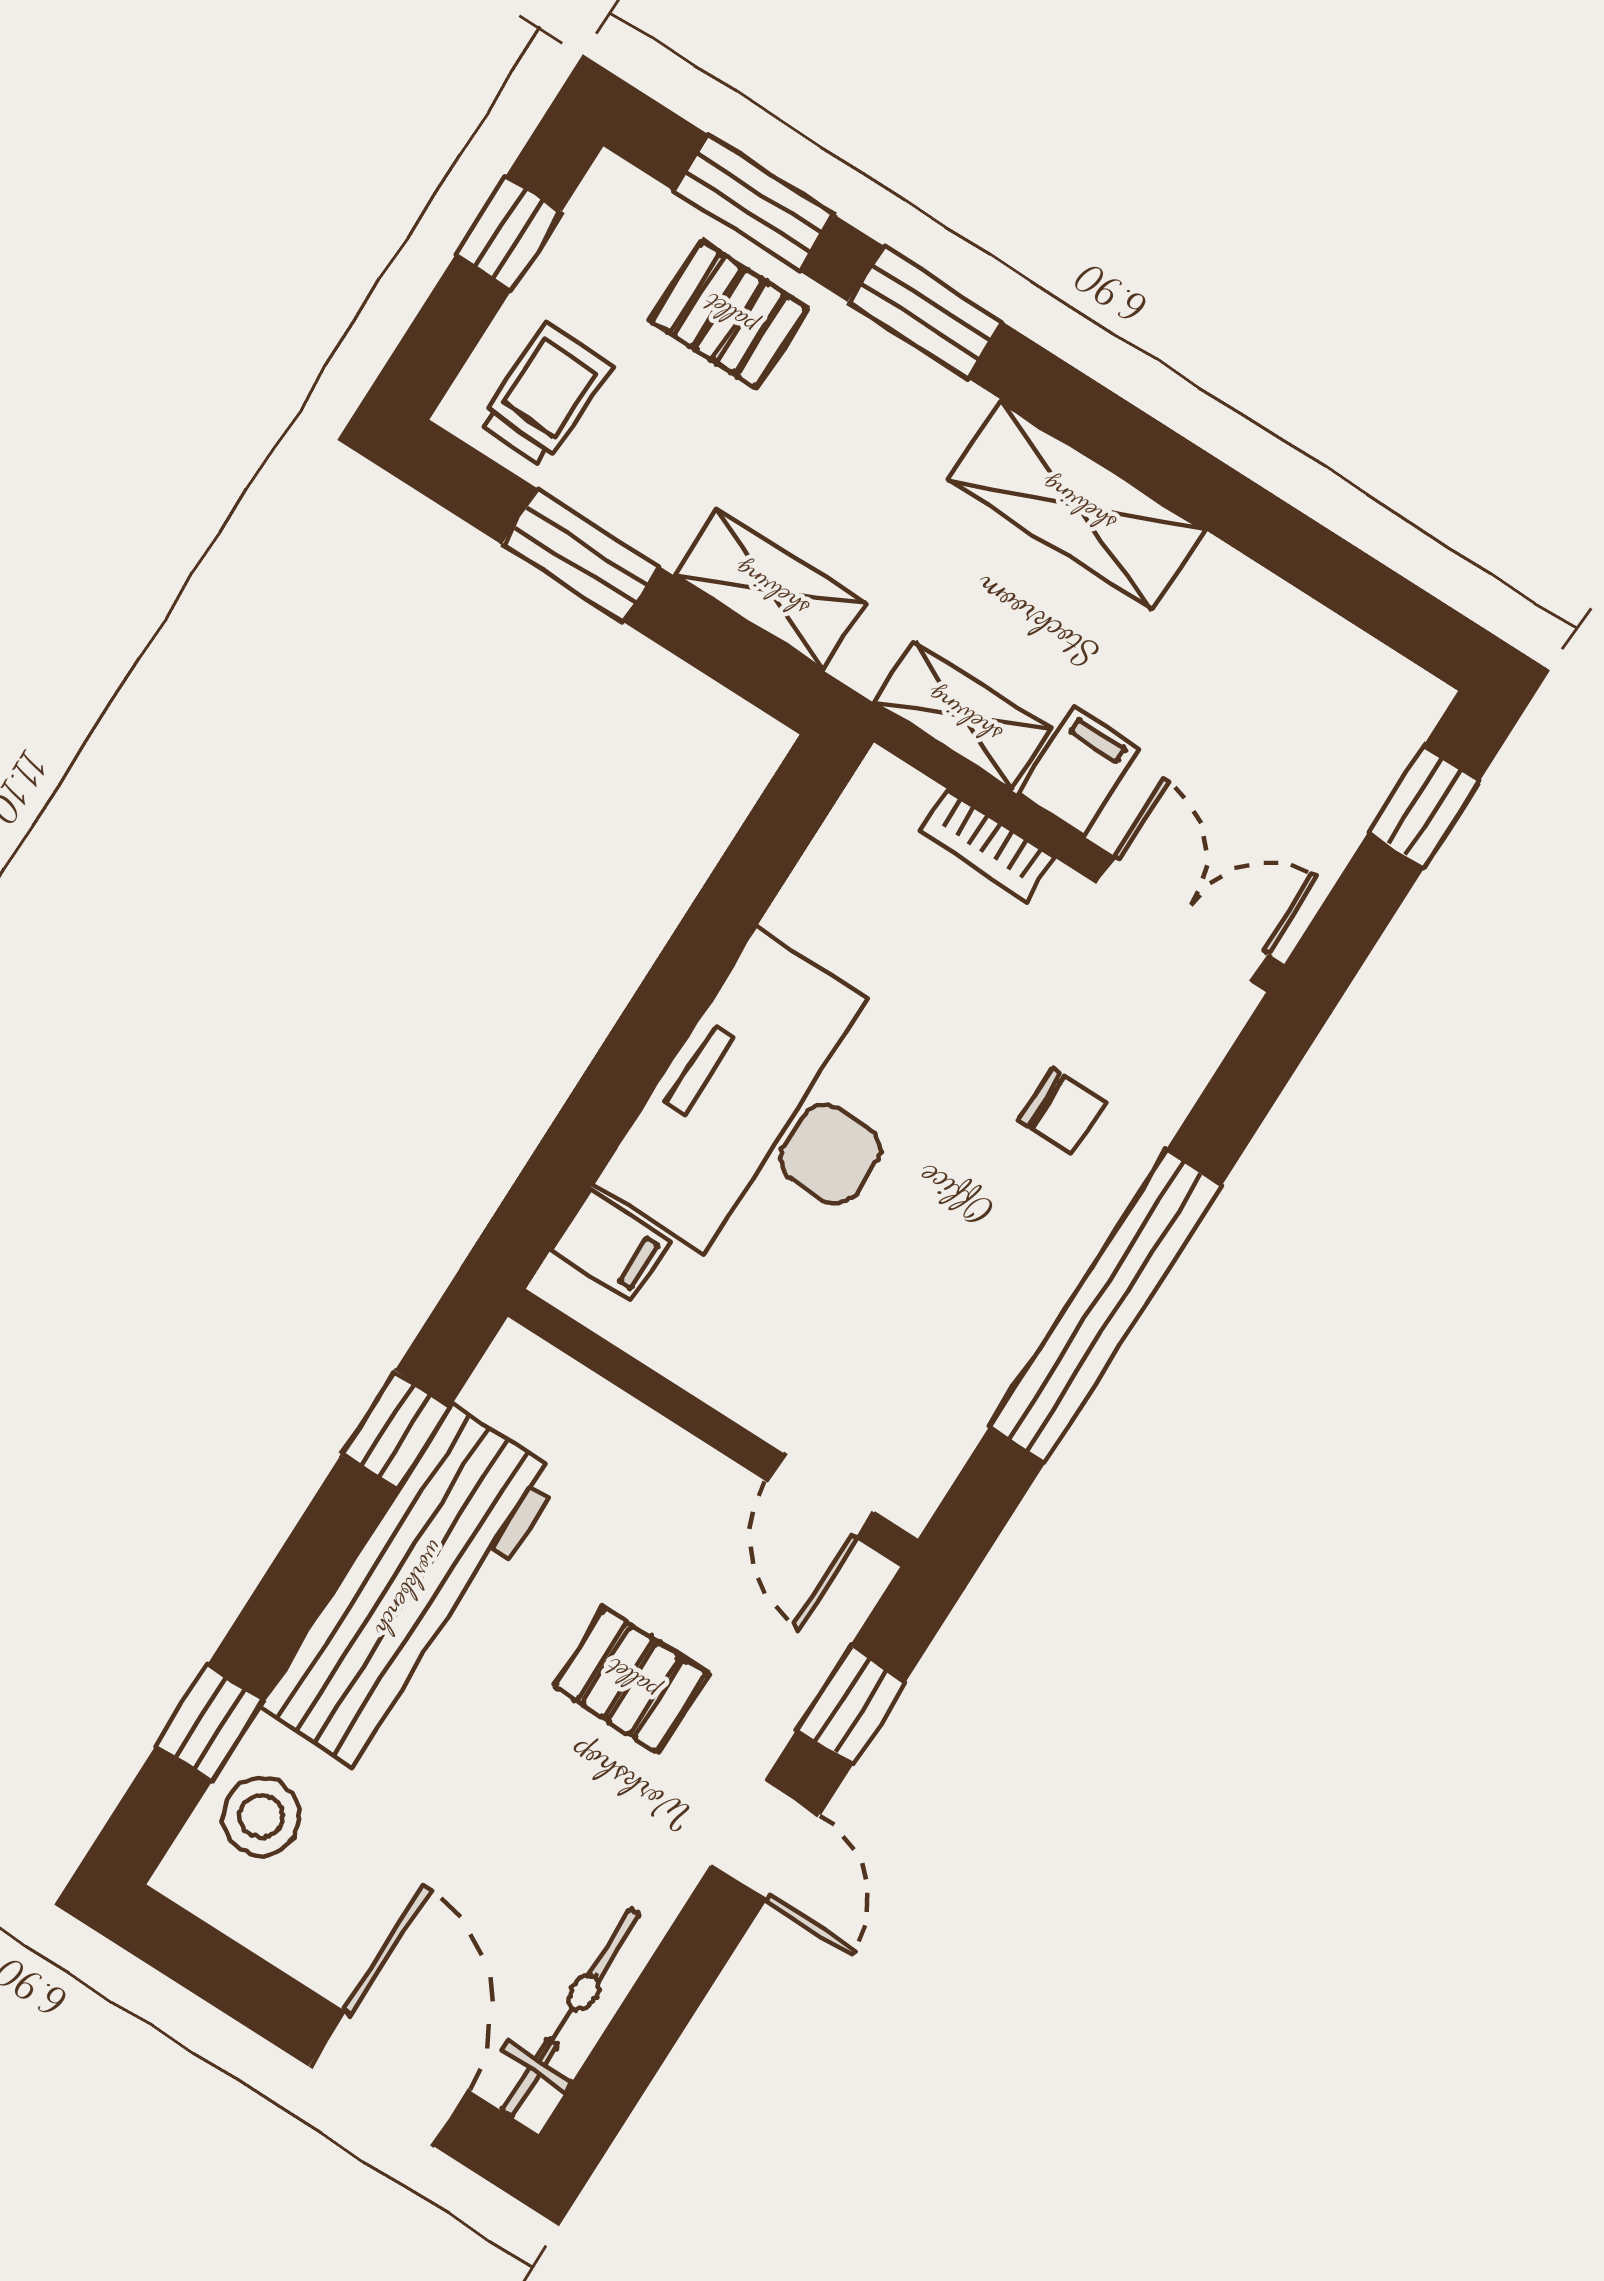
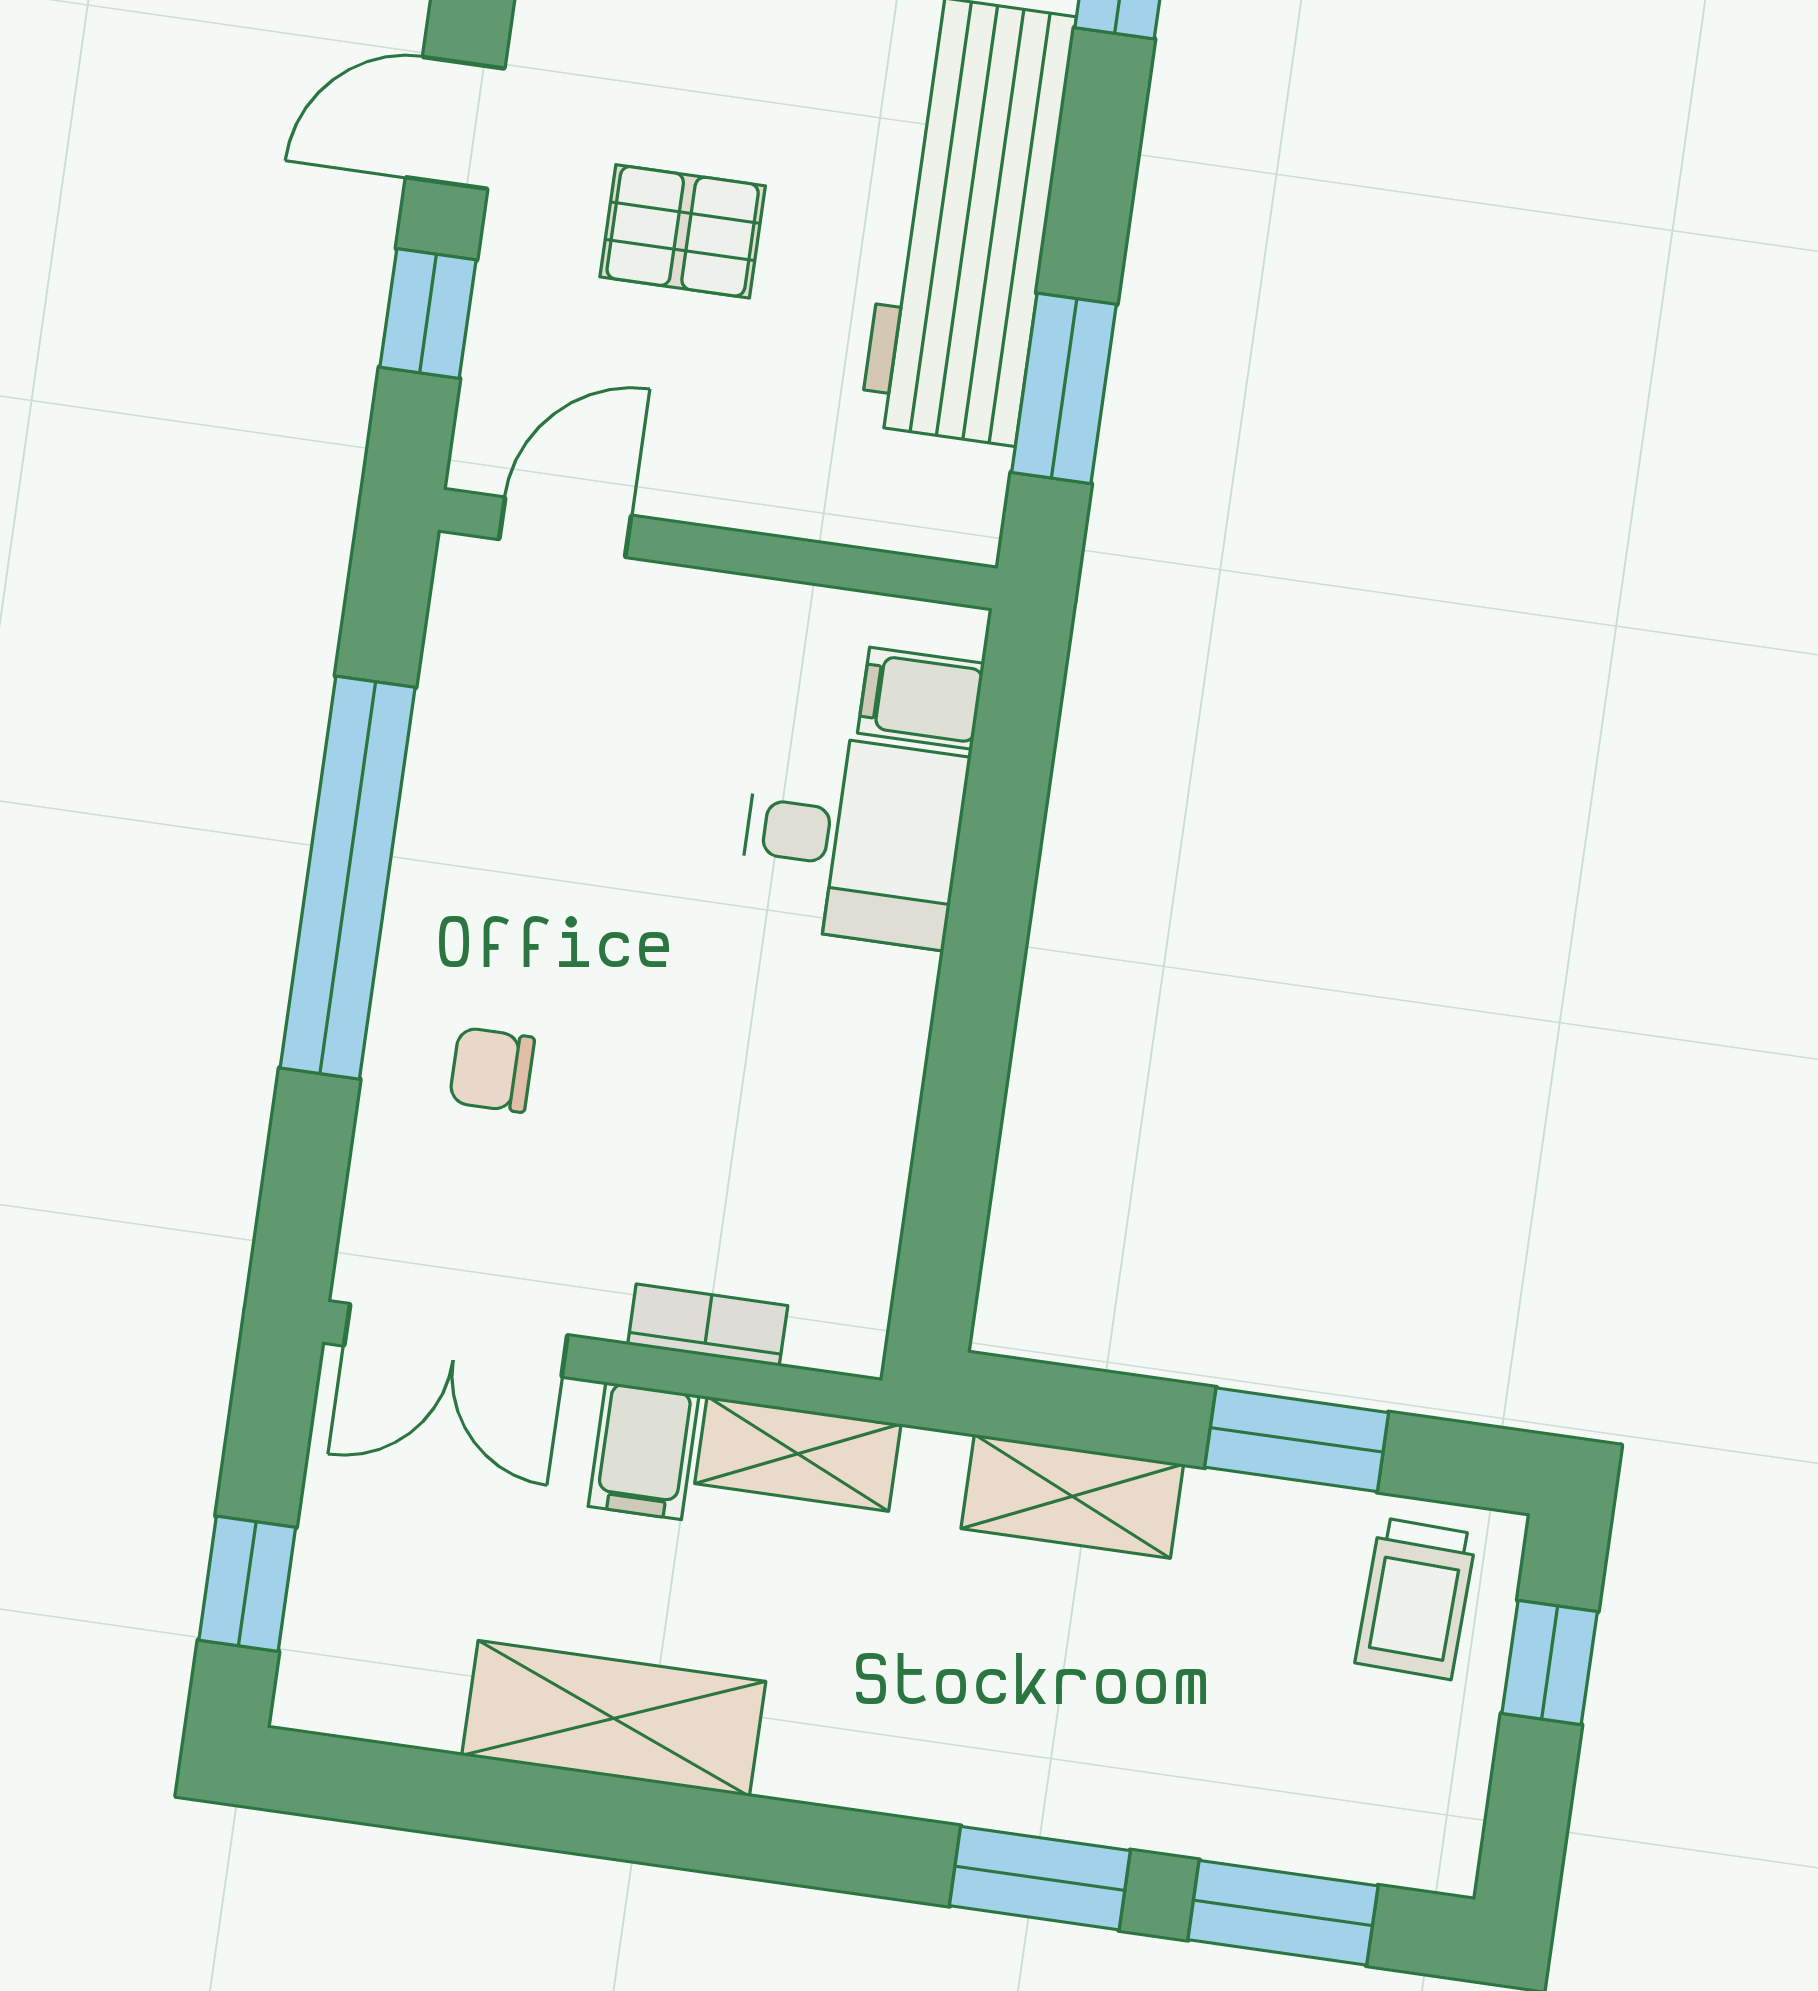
window: (508, 233) -> (1550, 1663), moved
pallet: (729, 315) -> (1254, 1777), removed
shelving: (1077, 505) -> (614, 1718), moved
desk: (771, 1116) -> (853, 839), width x0.53, depth x0.77
window: (396, 1430) -> (1064, 388), width x1.50
door: (821, 1497) -> (565, 527), hinge flipped
door: (765, 1840) -> (455, 123), hinge flipped

